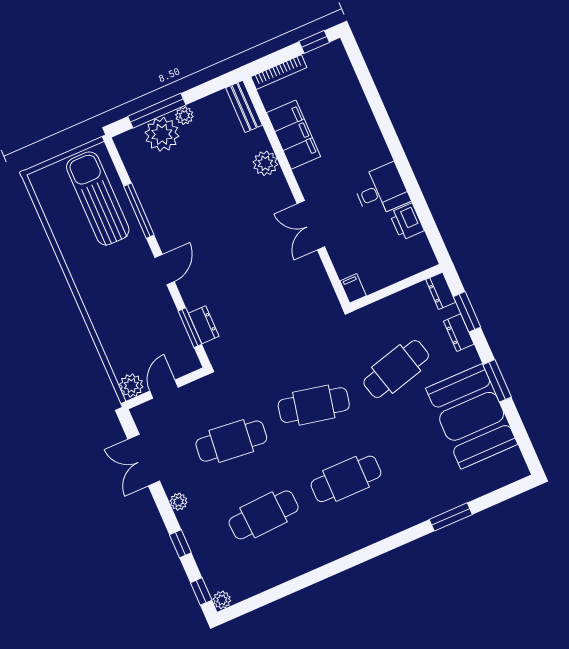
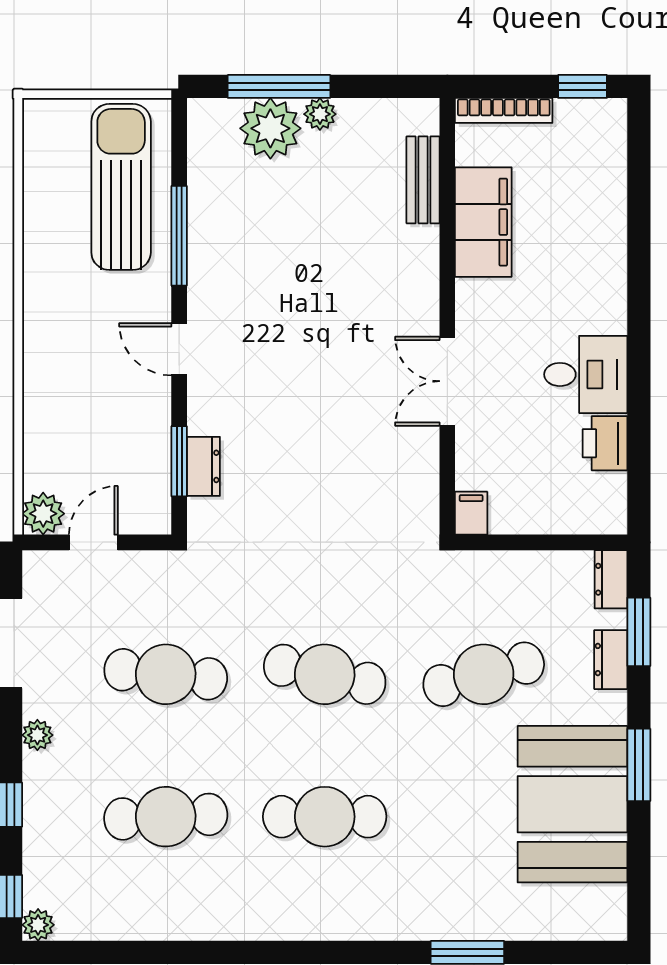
bench: (244, 106) -> (423, 180), moved
plant: (265, 163) -> (417, 249), removed
door: (165, 270) -> (179, 349), swing flipped

